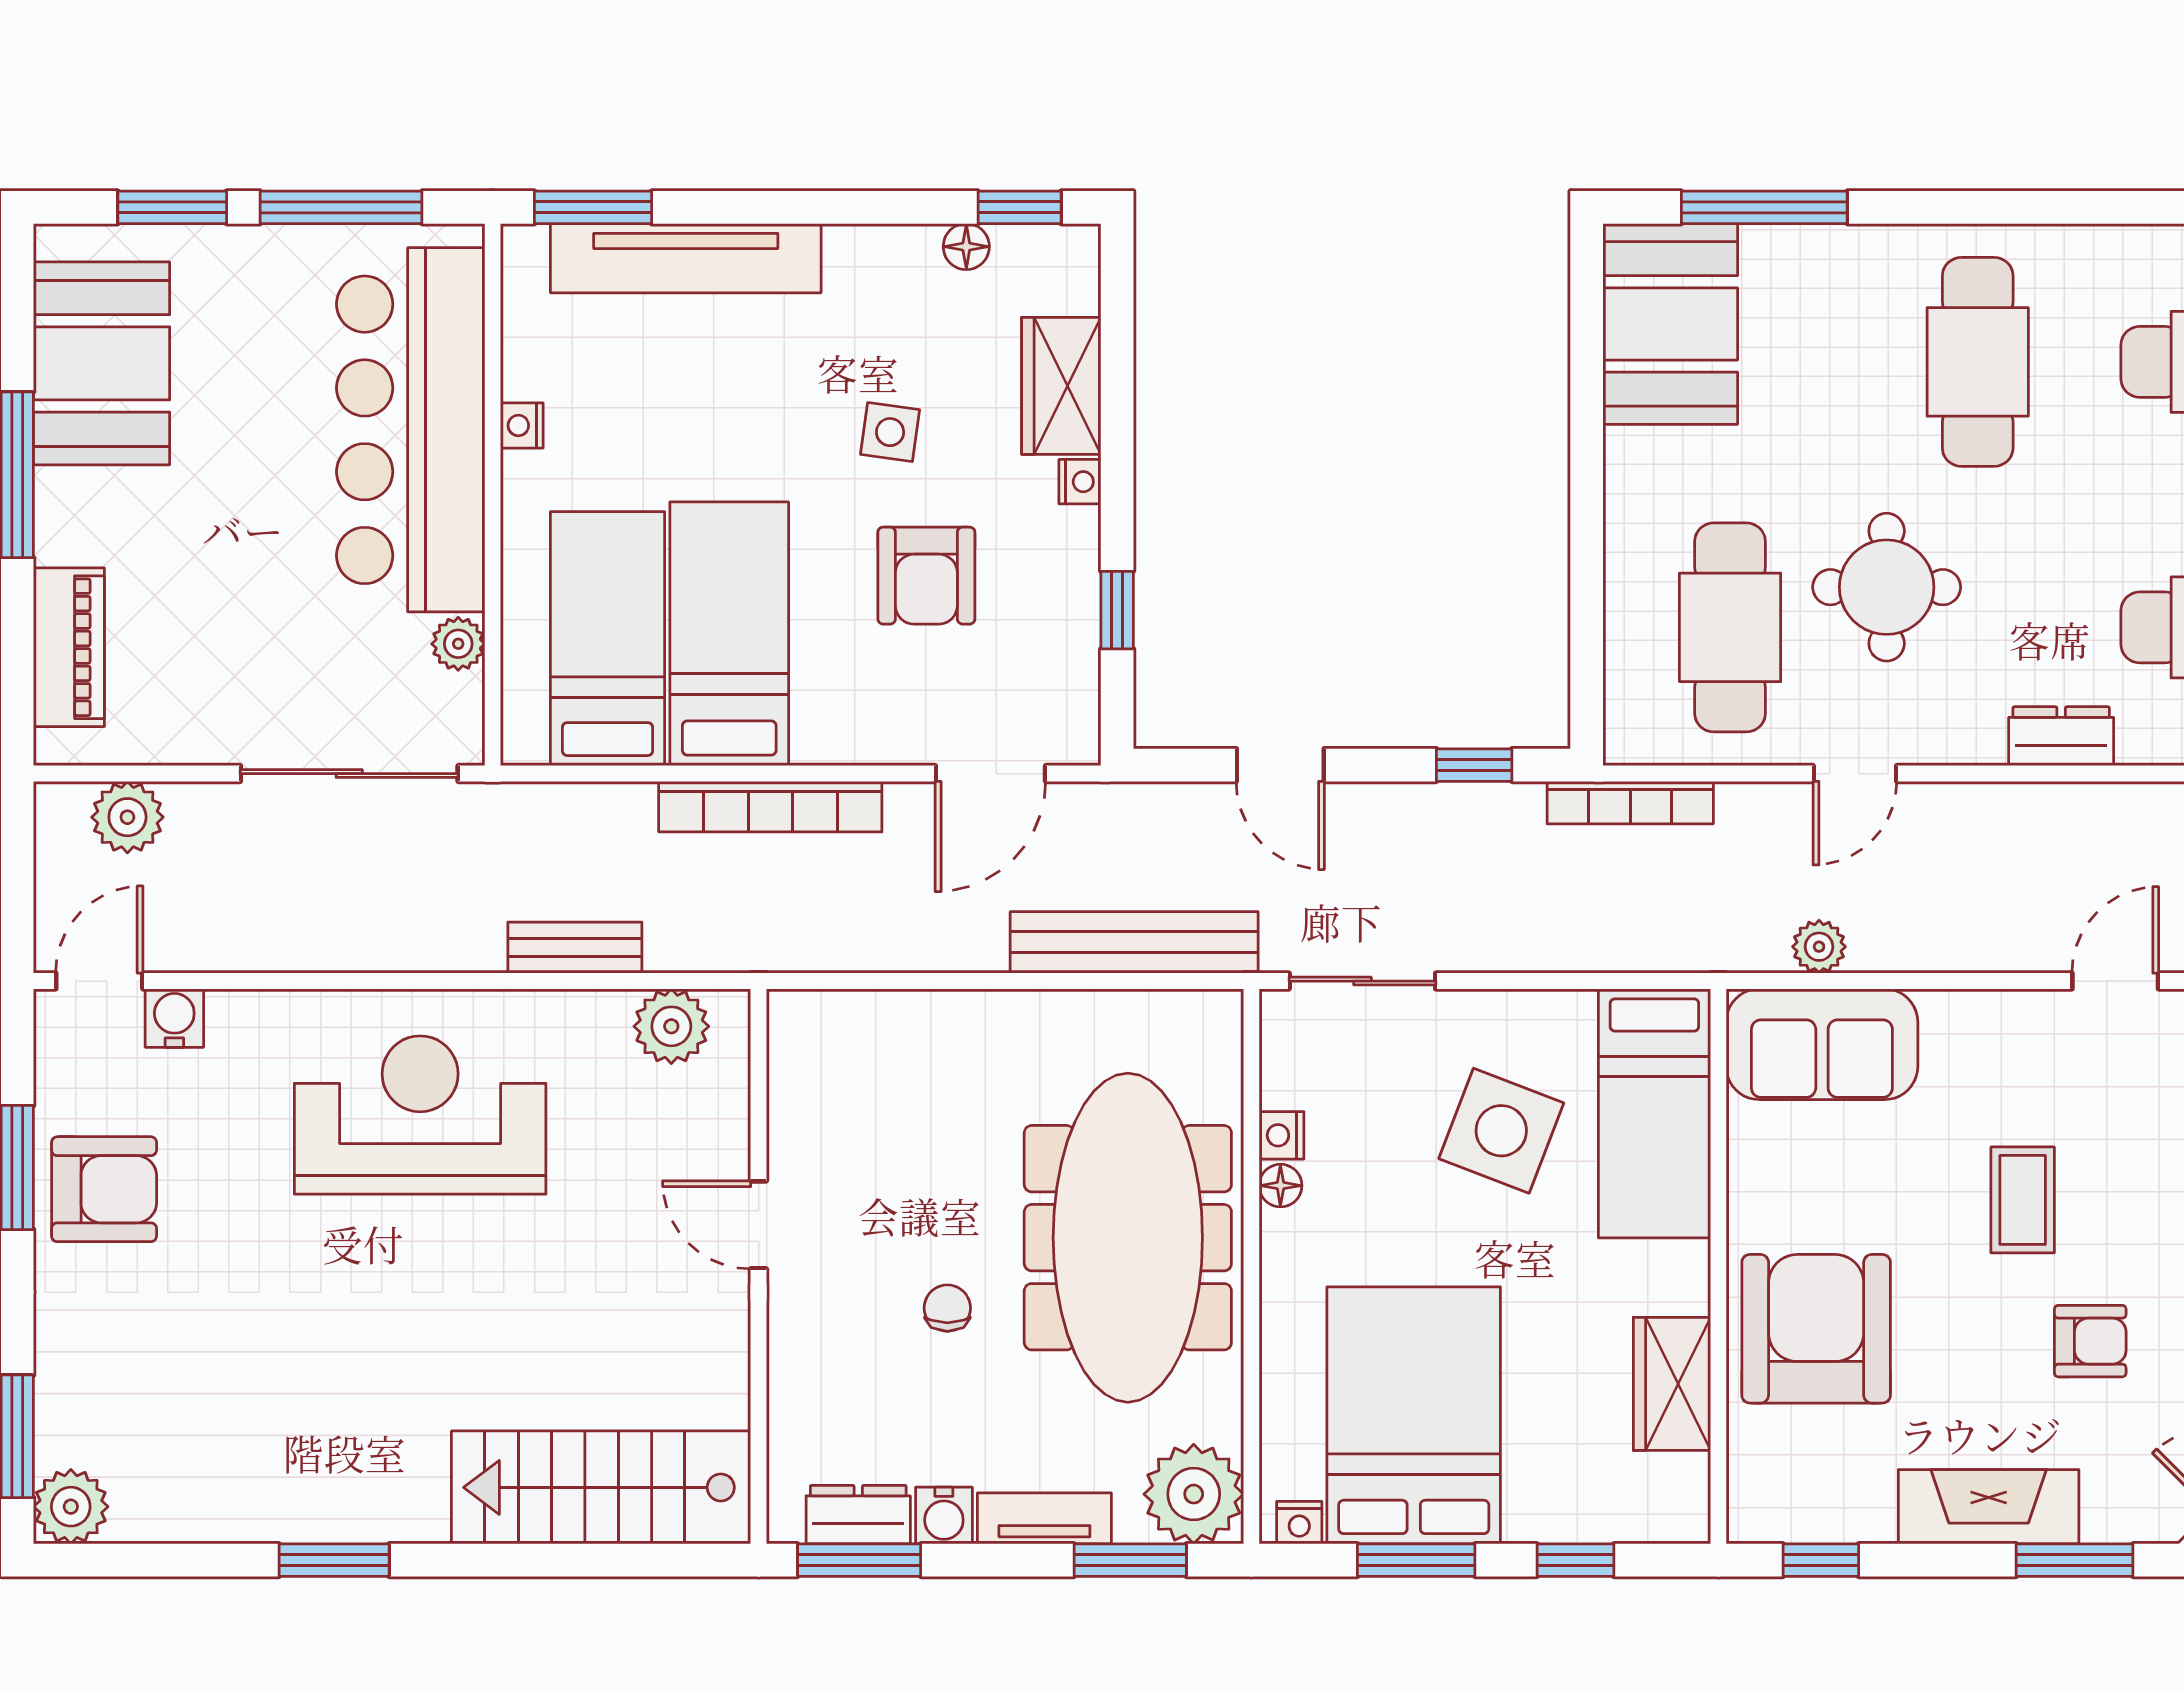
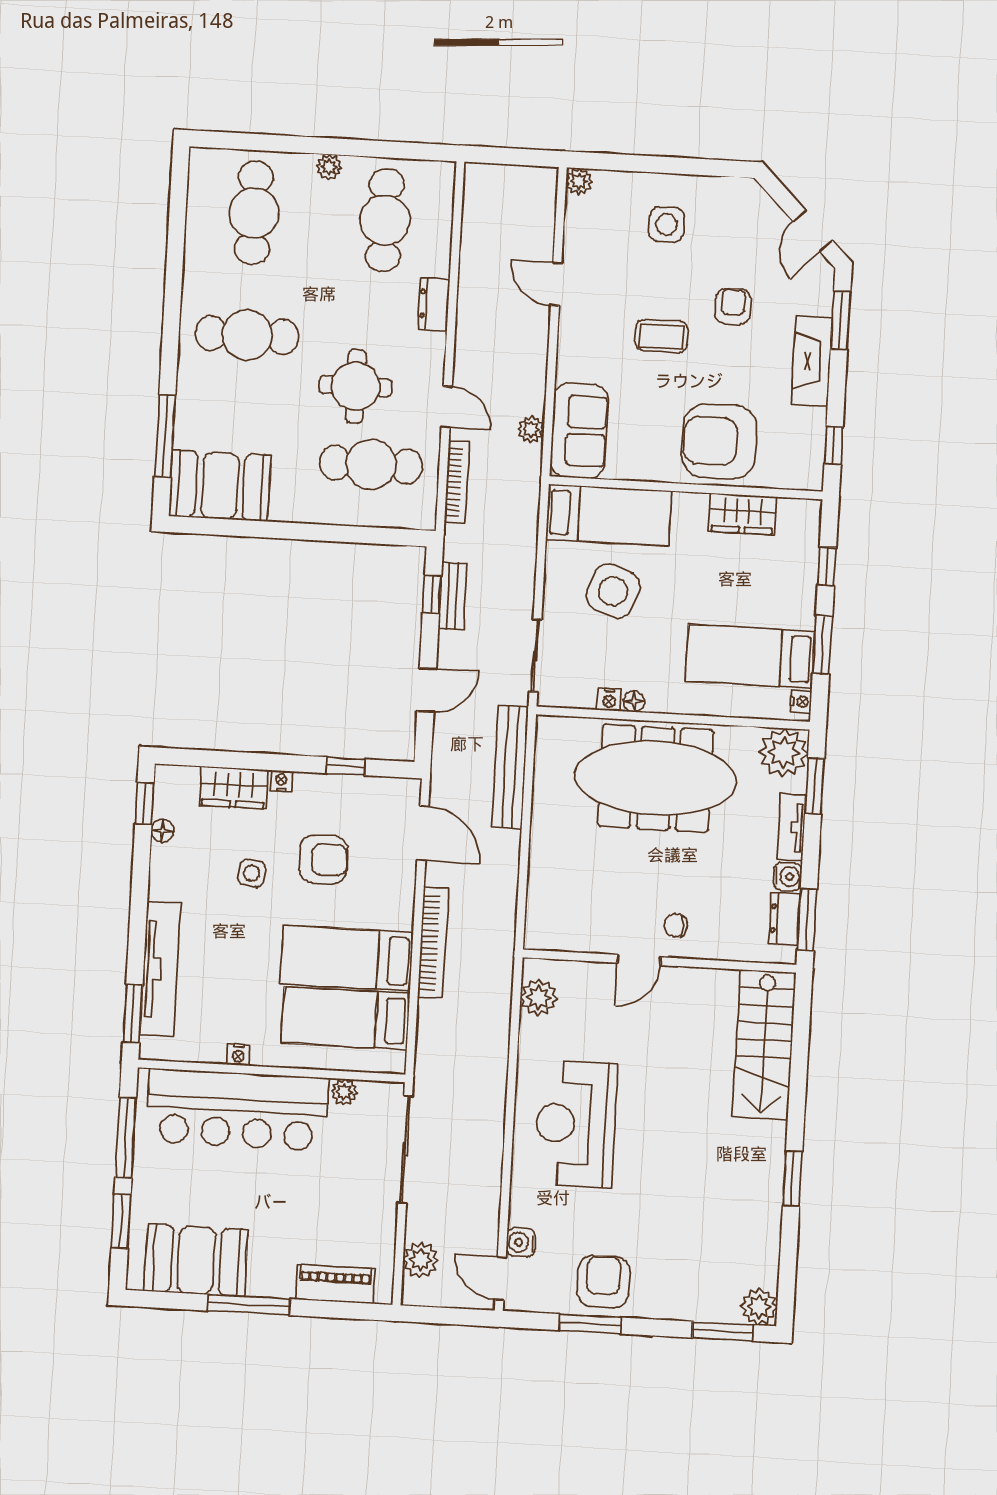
bookcase: (1630, 803) -> (457, 482), moved
bench: (575, 948) -> (453, 596), moved
chair: (947, 1308) -> (676, 925), moved
bed: (1414, 1415) -> (750, 656), width x0.67

